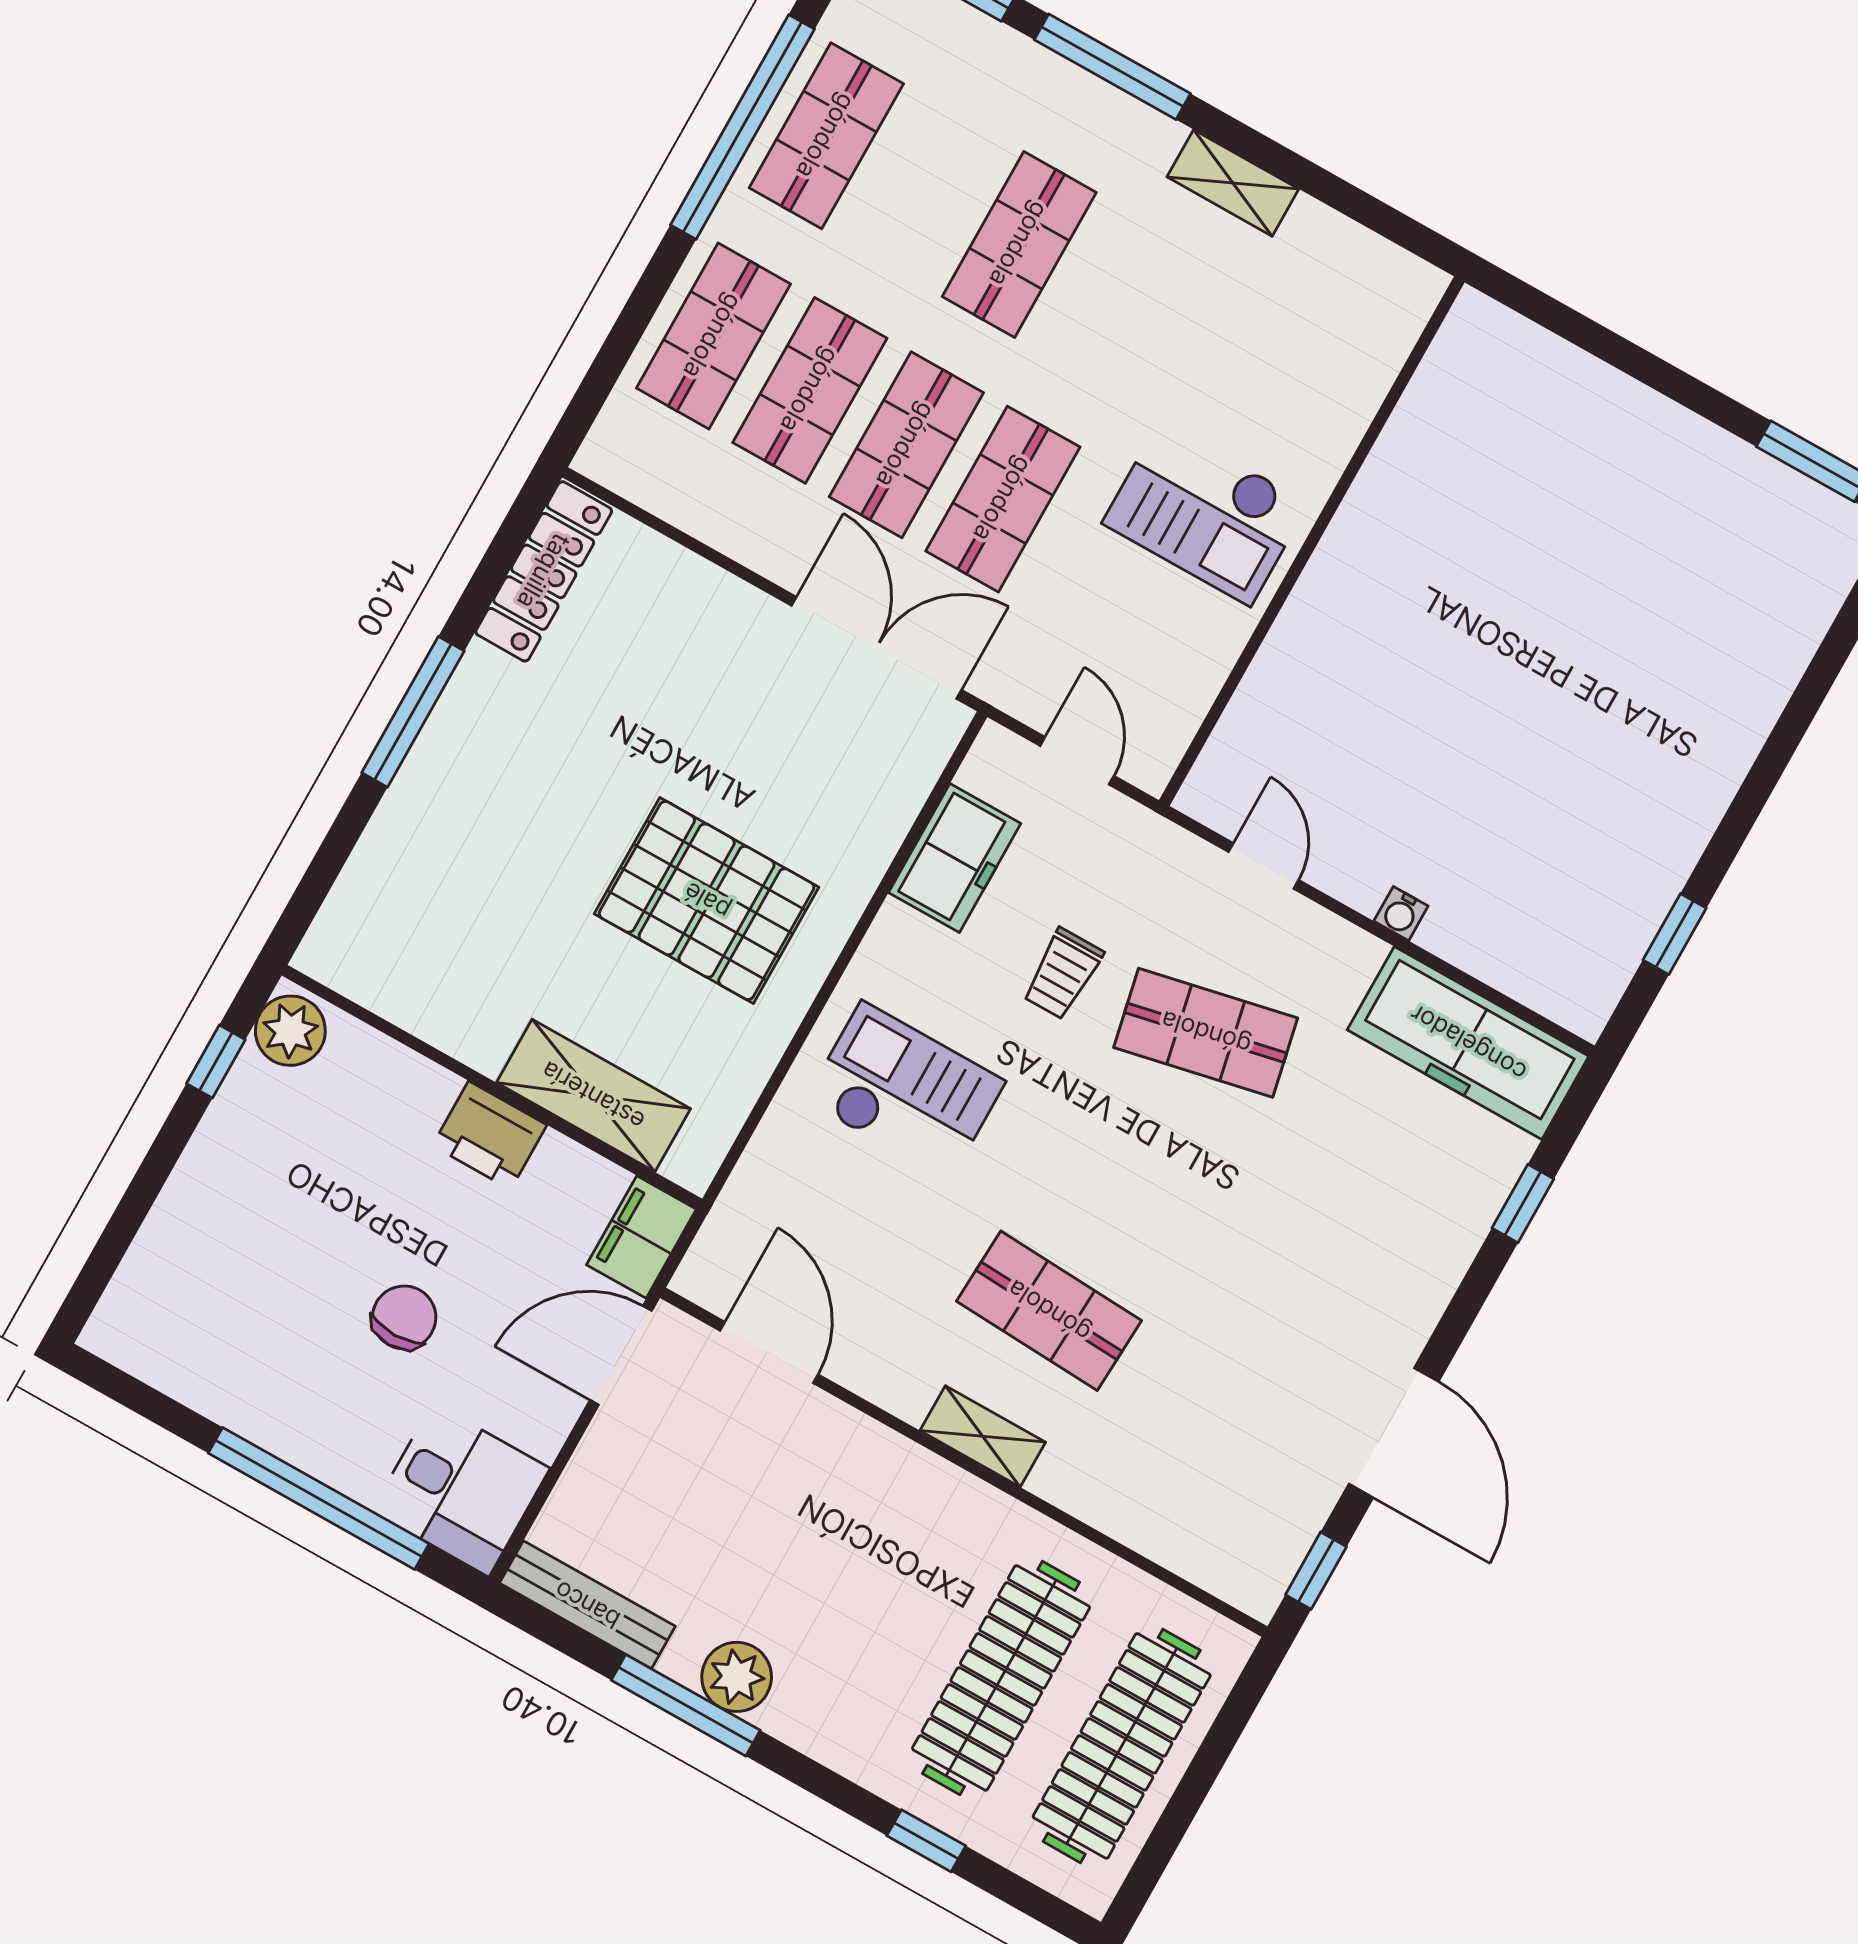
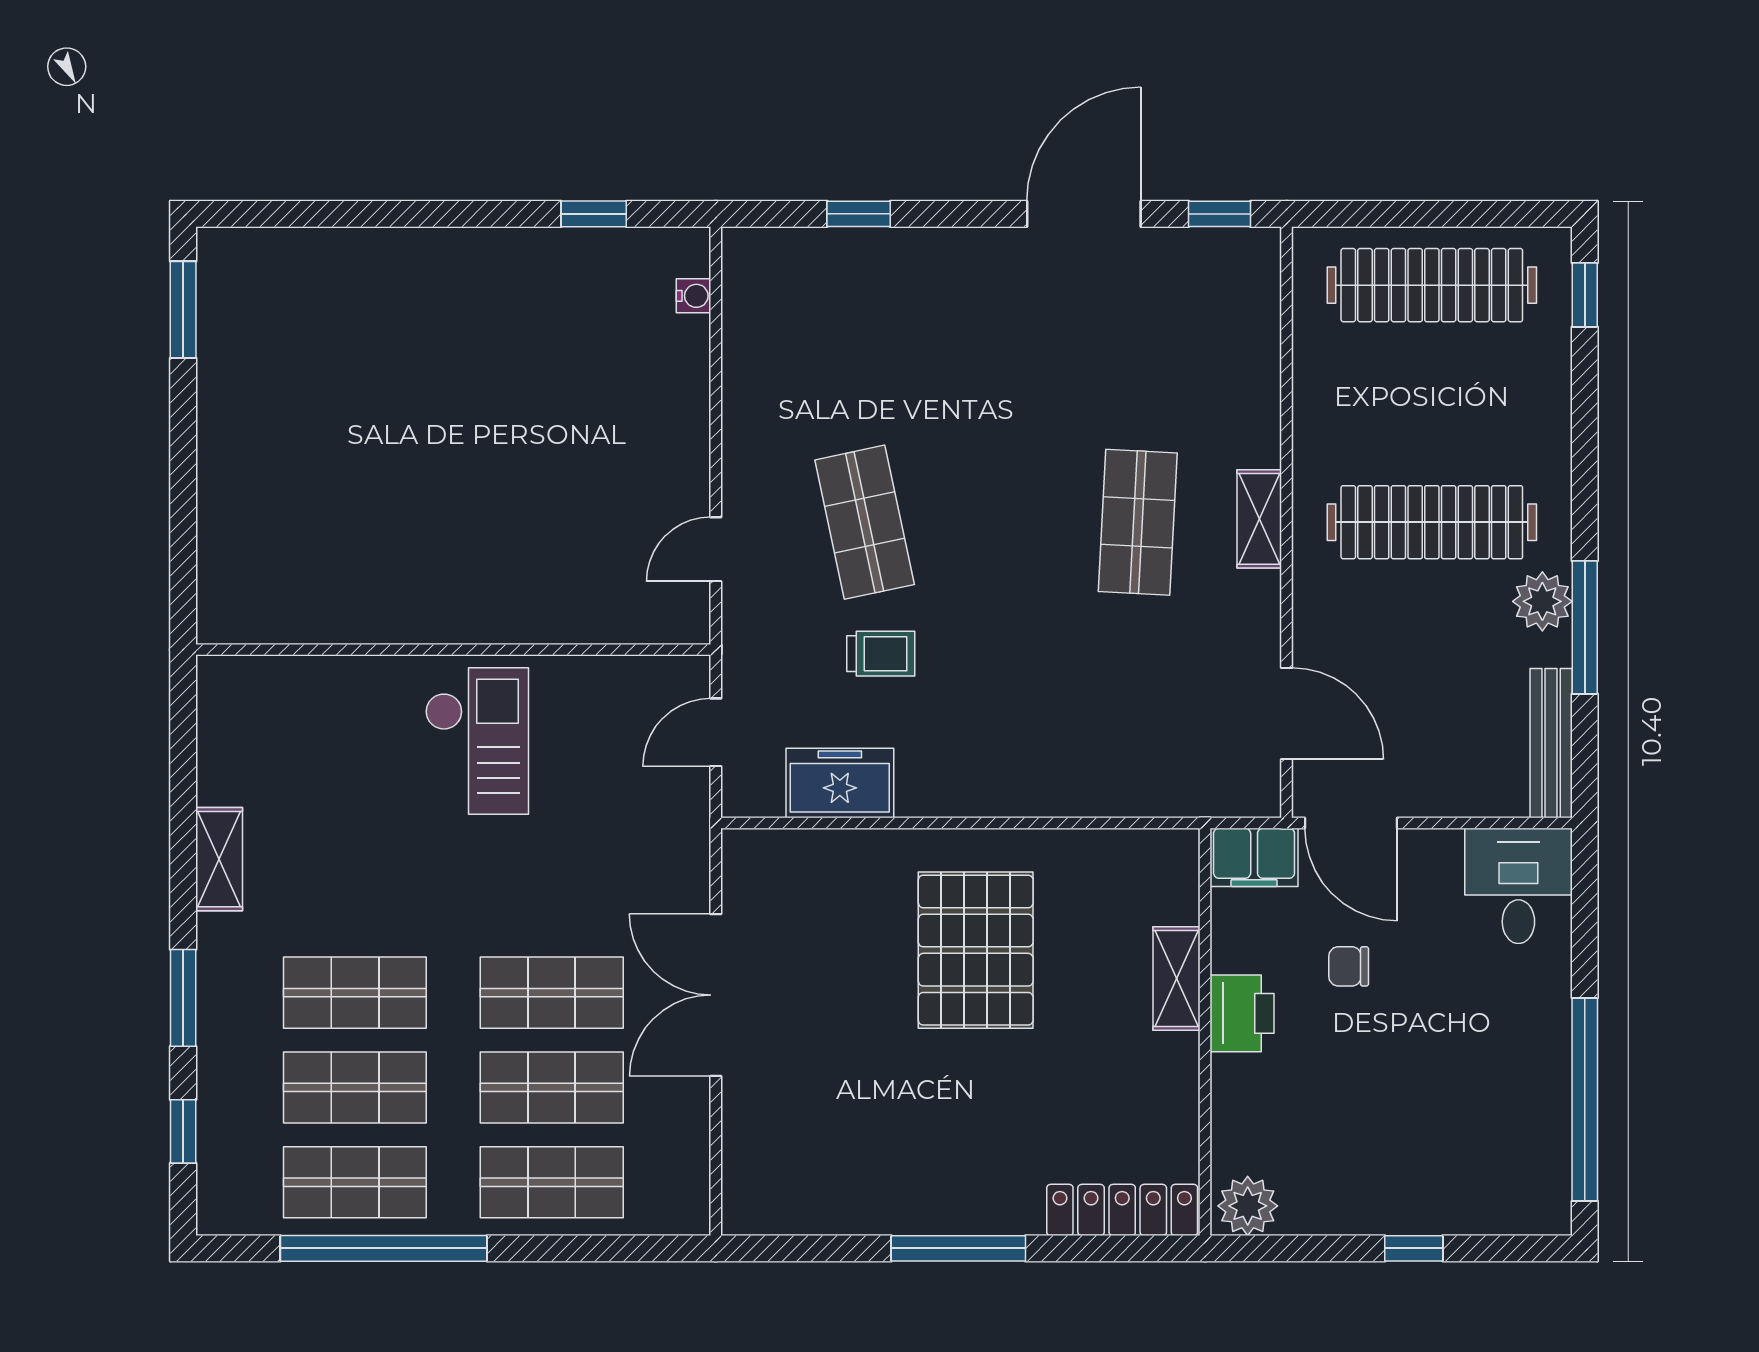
window: (1112, 67) -> (183, 998), width x0.69
shop shelf: (1003, 499) -> (355, 1087), moved
locker: (544, 571) -> (1122, 1210), moved
double door: (877, 648) -> (716, 995), moved
water cooler: (1401, 914) -> (694, 296), moved
freezer: (1468, 1043) -> (762, 322), removed
window: (216, 1062) -> (1414, 1248), moved
checkout: (905, 1091) -> (1035, 722), removed
shelving: (593, 1096) -> (1177, 978), width x0.67, depth x0.75
chair: (404, 1317) -> (1349, 966), moved, width x0.73, depth x0.73
door: (769, 1352) -> (1287, 714), swing flipped
window: (319, 1498) -> (1585, 1100), moved
clothes rail: (1001, 1678) -> (1432, 522), moved
window: (926, 1841) -> (1585, 295), moved

